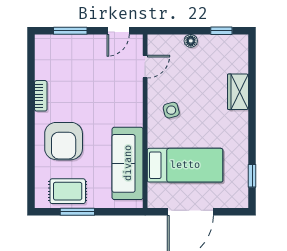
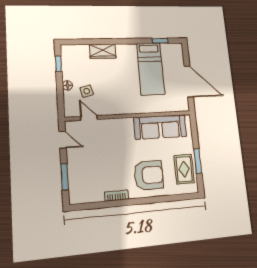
side table: (171, 110) -> (87, 91), moved
bed: (185, 165) -> (151, 69), moved, turned 180

